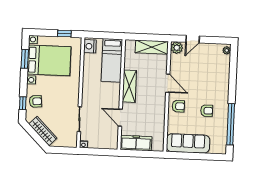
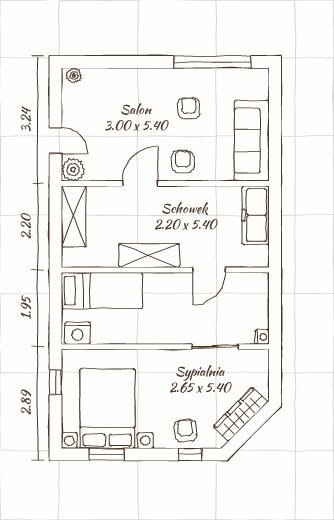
freezer: (136, 143) -> (255, 215), moved

